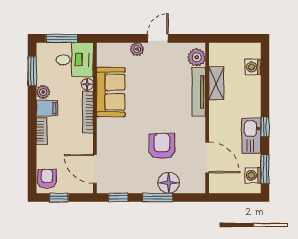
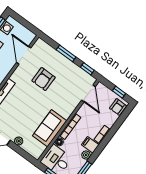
floor lamp: (169, 183) -> (54, 57), removed

